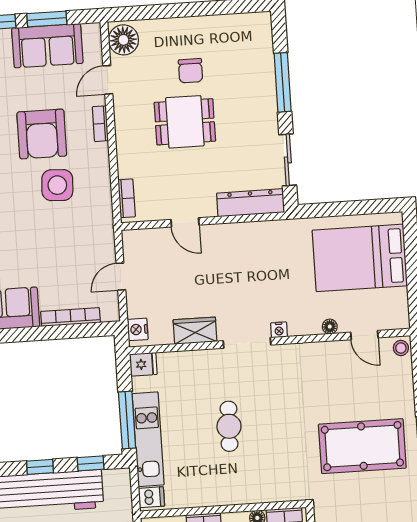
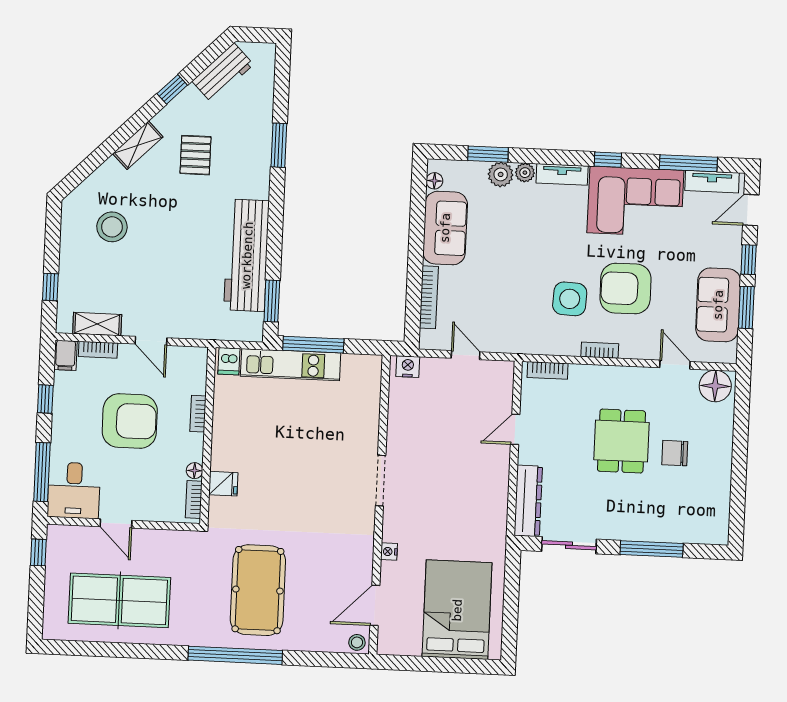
bookcase: (100, 124) -> (600, 350), moved
floor lamp: (330, 327) -> (388, 570), removed
nightstand: (279, 330) -> (389, 552), moved
wardrobe: (195, 331) -> (400, 427), removed
door: (364, 335) -> (375, 605), width x1.38
fridge: (143, 364) -> (223, 484), moved, turned -90
cafe table: (229, 426) -> (295, 452), removed
window: (91, 463) -> (272, 301), width x1.50
window: (40, 467) -> (274, 247), removed

